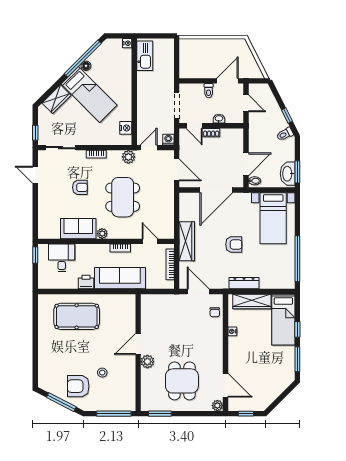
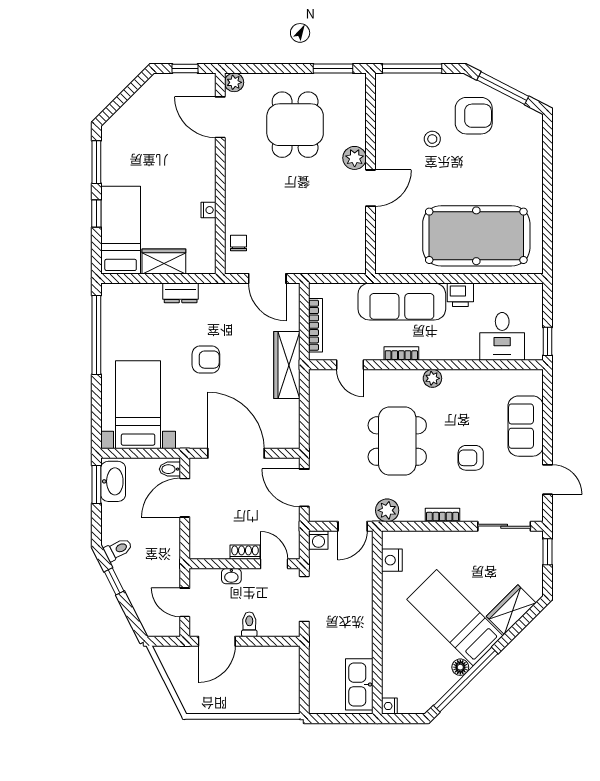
door: (216, 190) -> (236, 453), hinge flipped
sofa: (78, 229) -> (526, 426), moved, turned 90
armchair: (234, 244) -> (206, 360), turned 180
dresser: (244, 283) -> (181, 293), width x0.70
wardrobe: (252, 301) -> (164, 261), width x0.67
pool table: (77, 316) -> (476, 236), width x1.36, depth x1.32

